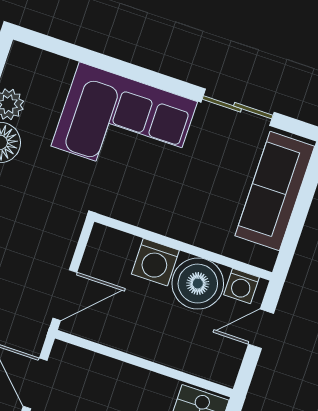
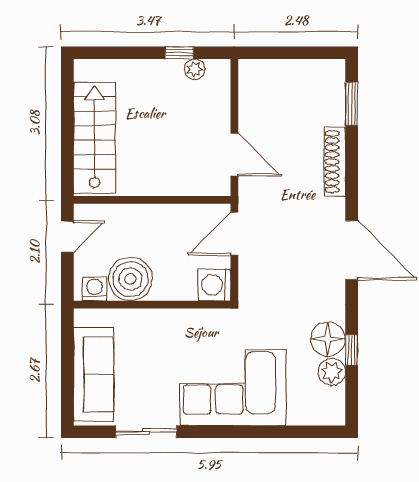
washing machine: (155, 262) -> (214, 285), moved, turned -90
door: (261, 329) -> (67, 237), moved

